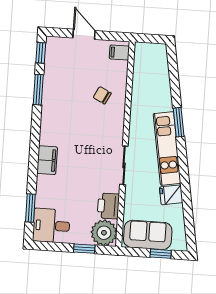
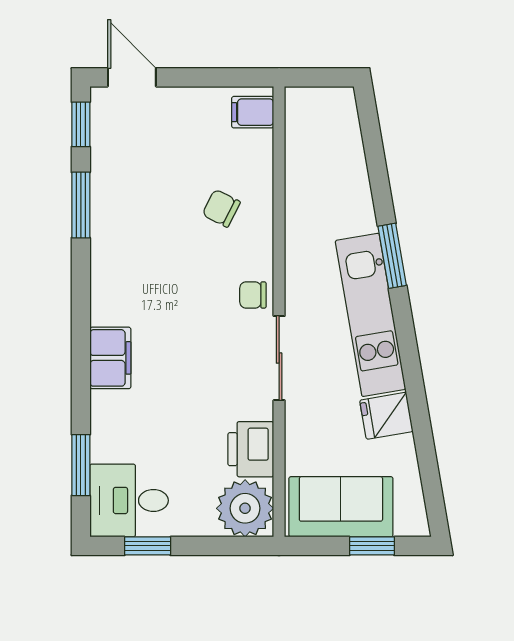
door: (84, 34) -> (132, 77), moved
chair: (114, 136) -> (253, 295), added
window: (84, 249) -> (148, 546), moved

